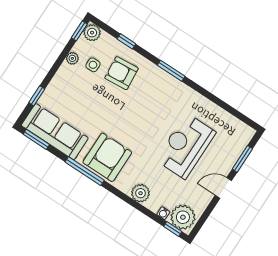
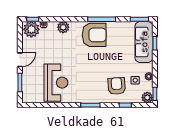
armchair: (122, 73) -> (117, 86), turned -89
sofa: (55, 132) -> (144, 42), moved, turned 90
reception desk: (186, 146) -> (56, 83), moved
armchair: (107, 157) -> (94, 35), turned -90

